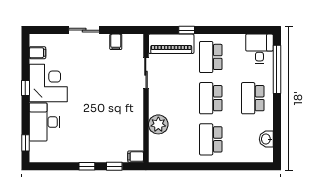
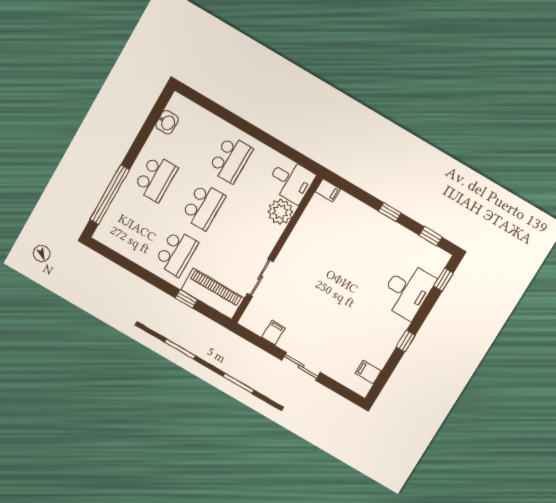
desk: (259, 49) -> (291, 181), moved, turned -90
corner desk: (48, 83) -> (377, 332), removed
window: (114, 166) -> (431, 236), moved

